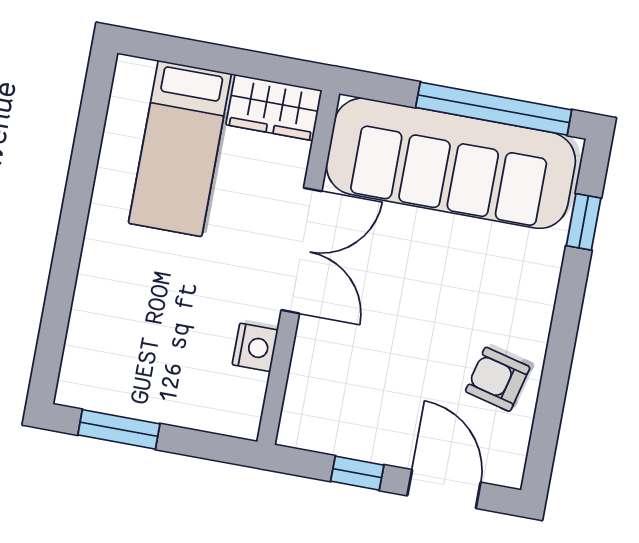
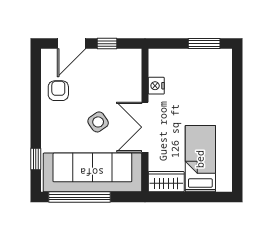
side table: (414, 285) -> (98, 122), added
armchair: (498, 379) -> (58, 91), turned -104
door: (444, 489) -> (72, 44), hinge flipped

